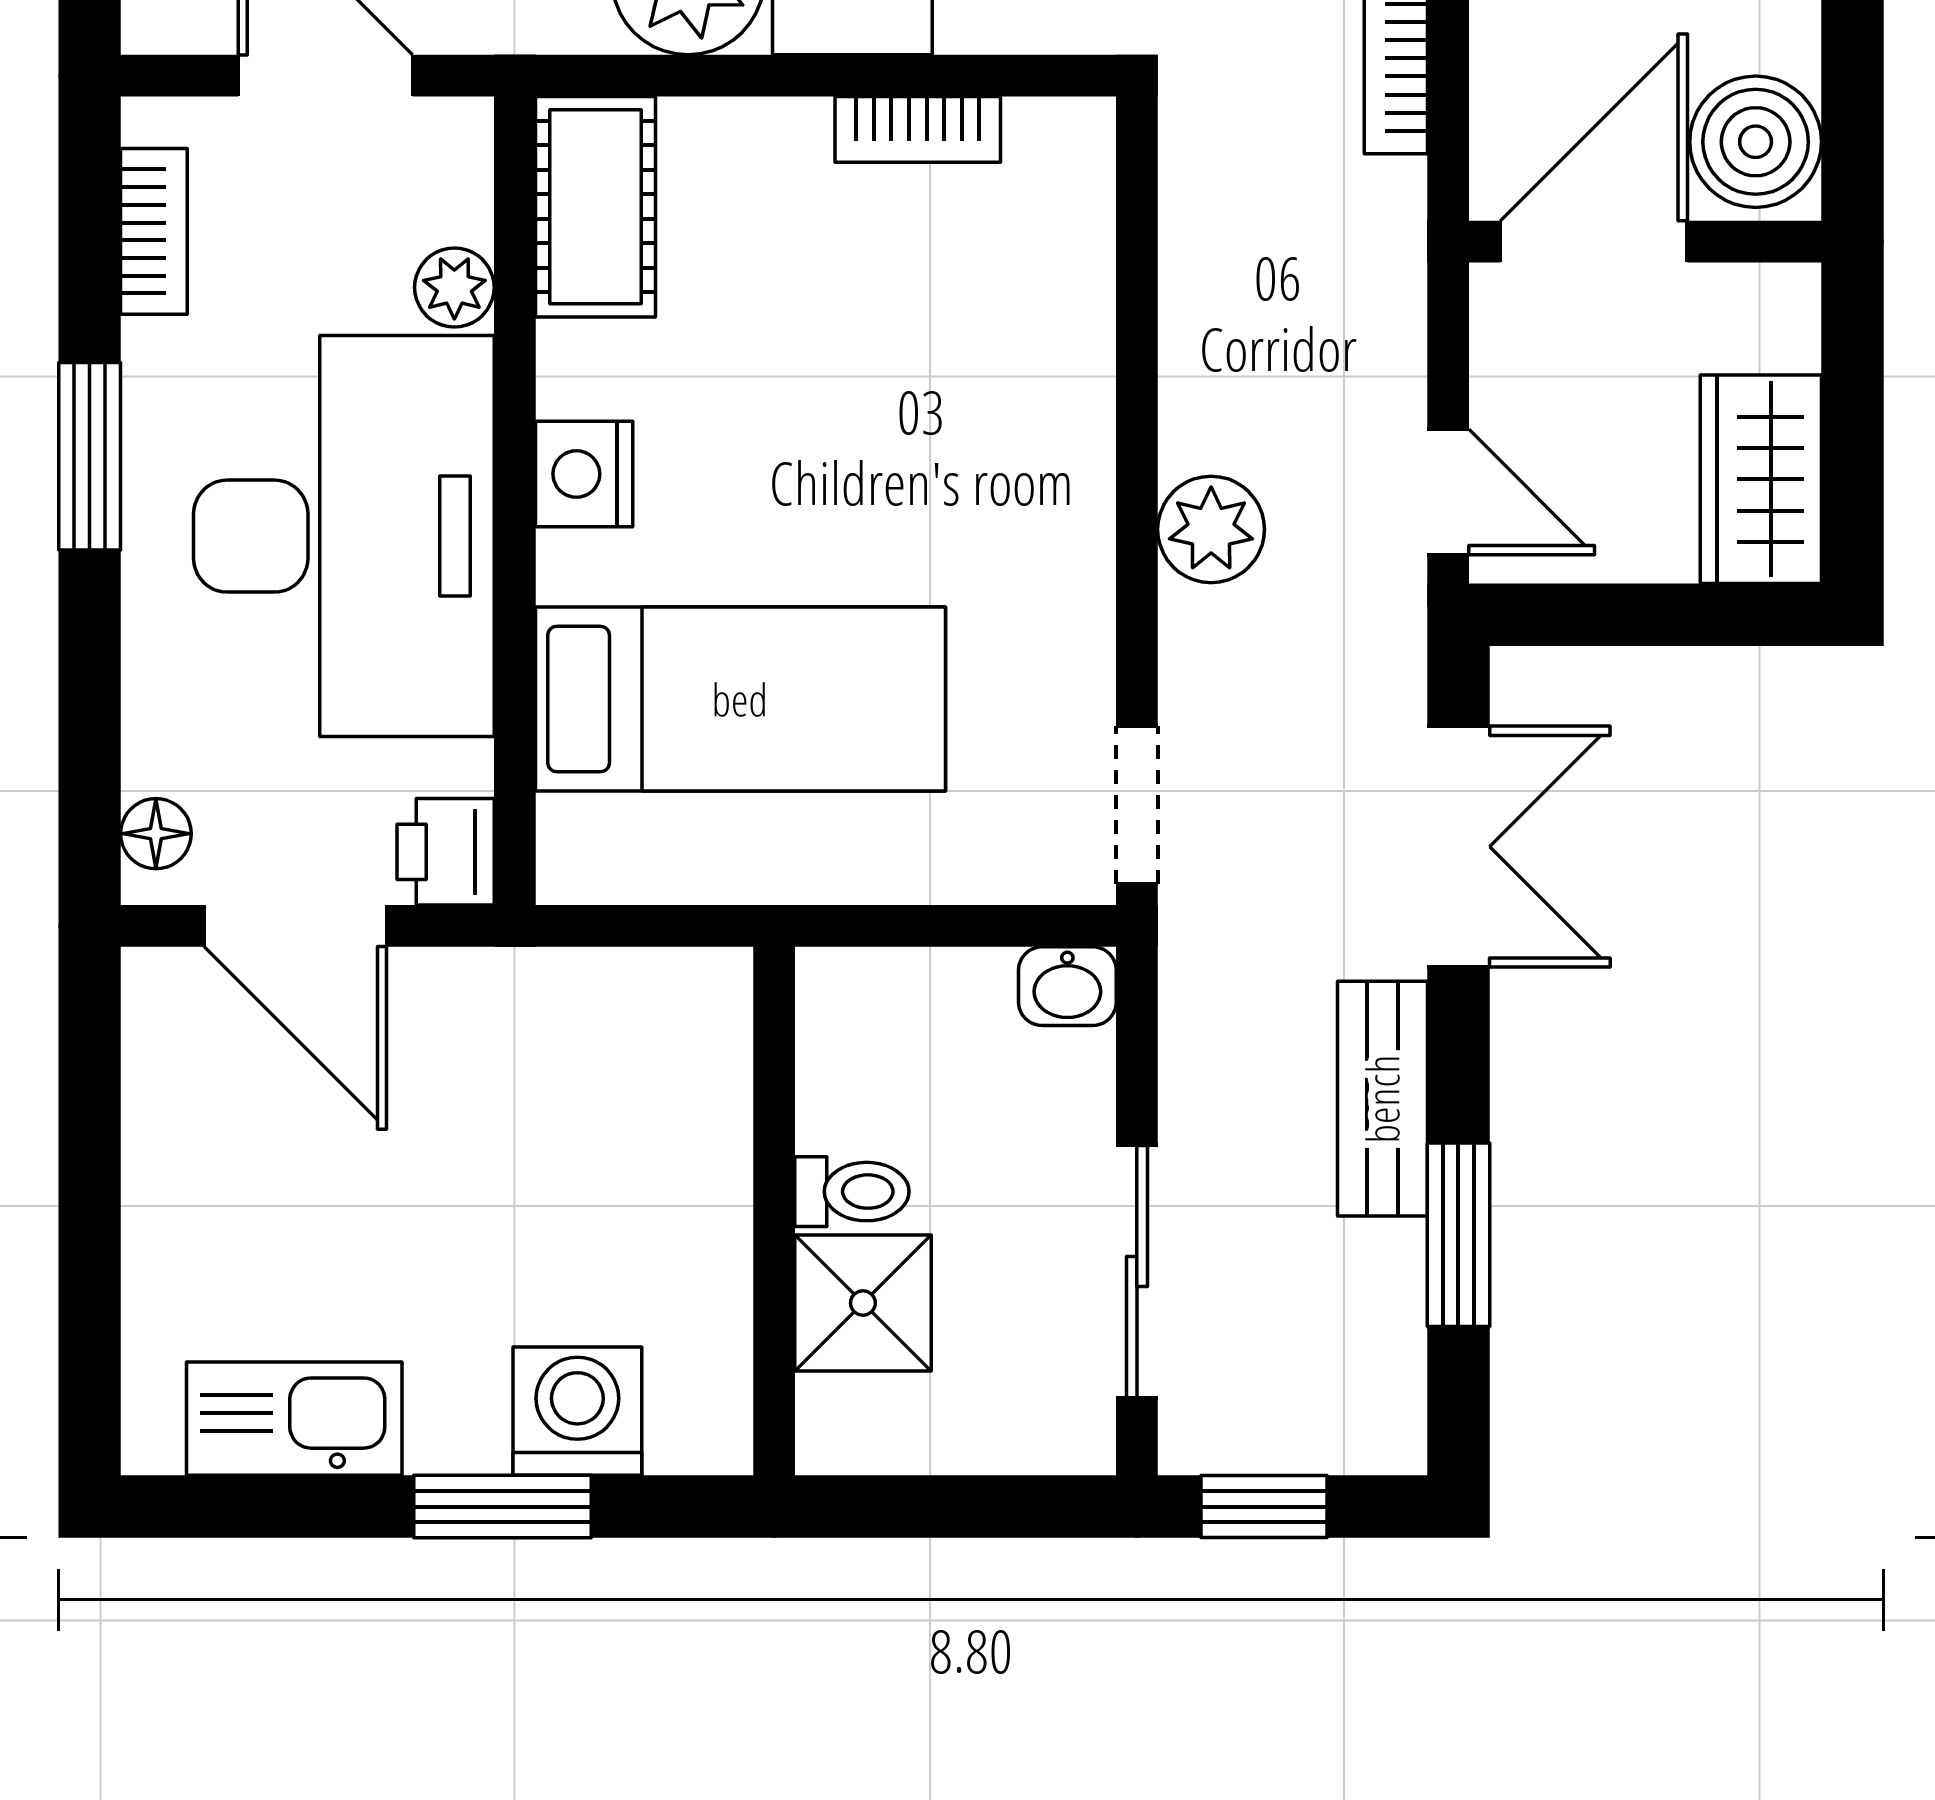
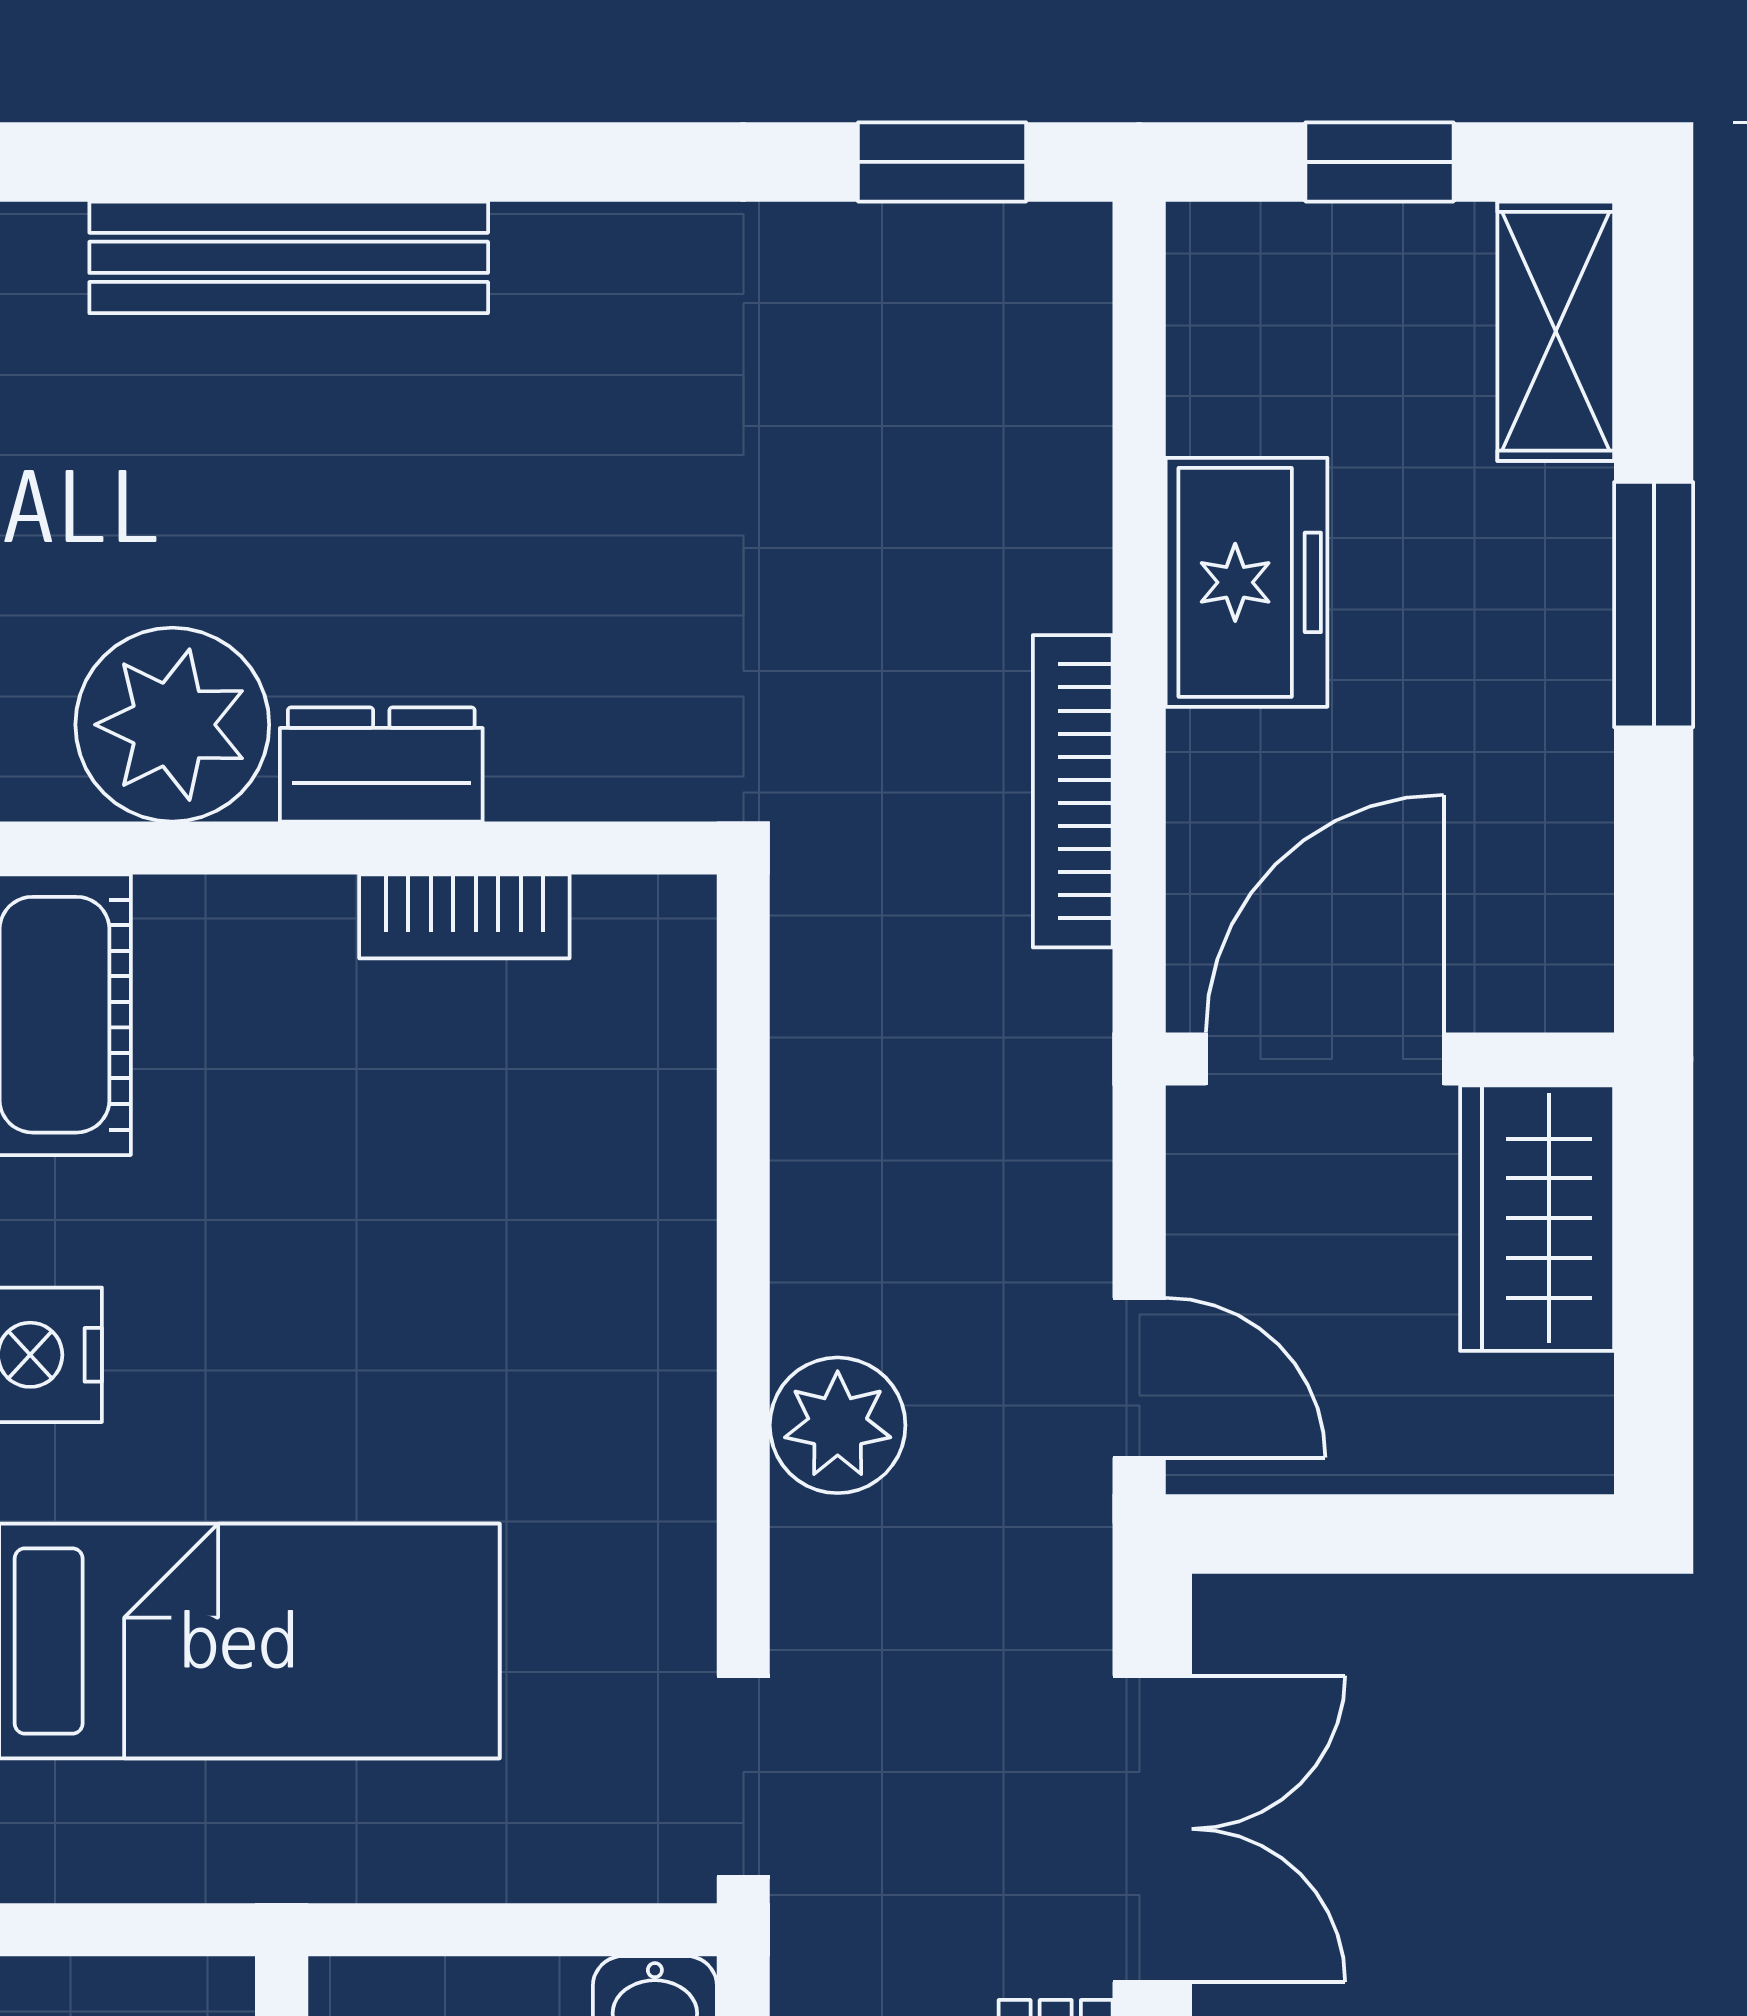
boiler: (1756, 142) -> (1530, 932), removed
wardrobe: (1761, 479) -> (1537, 1218), moved

